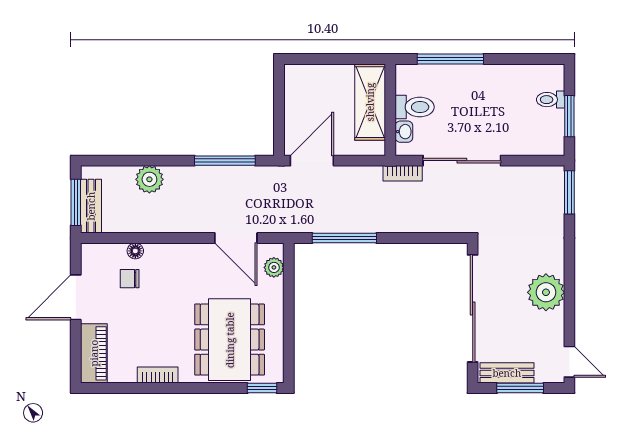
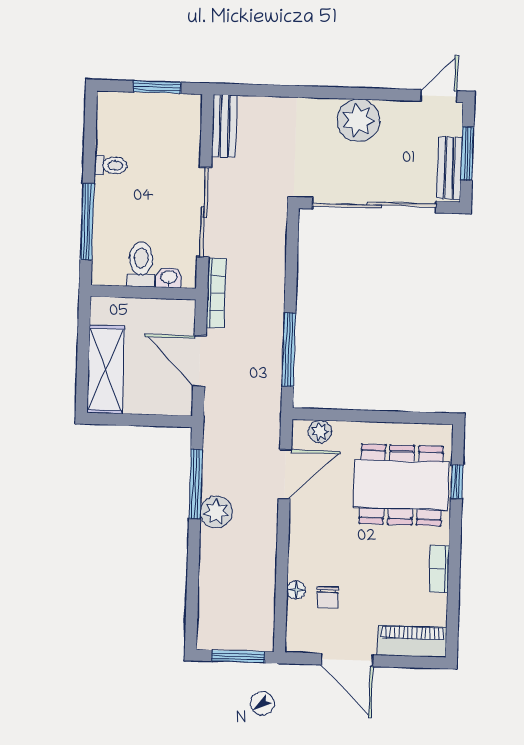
toilet: (551, 100) -> (111, 165), moved, turned -90
shelving: (370, 102) -> (106, 369), moved, turned 90
door: (312, 161) -> (200, 361), moved
bookcase: (403, 173) -> (216, 293), width x1.56
plant: (149, 179) -> (216, 512), moved
window: (569, 192) -> (244, 90), removed
bench: (91, 206) -> (224, 126), moved, turned 90
window: (262, 388) -> (457, 482), moved

